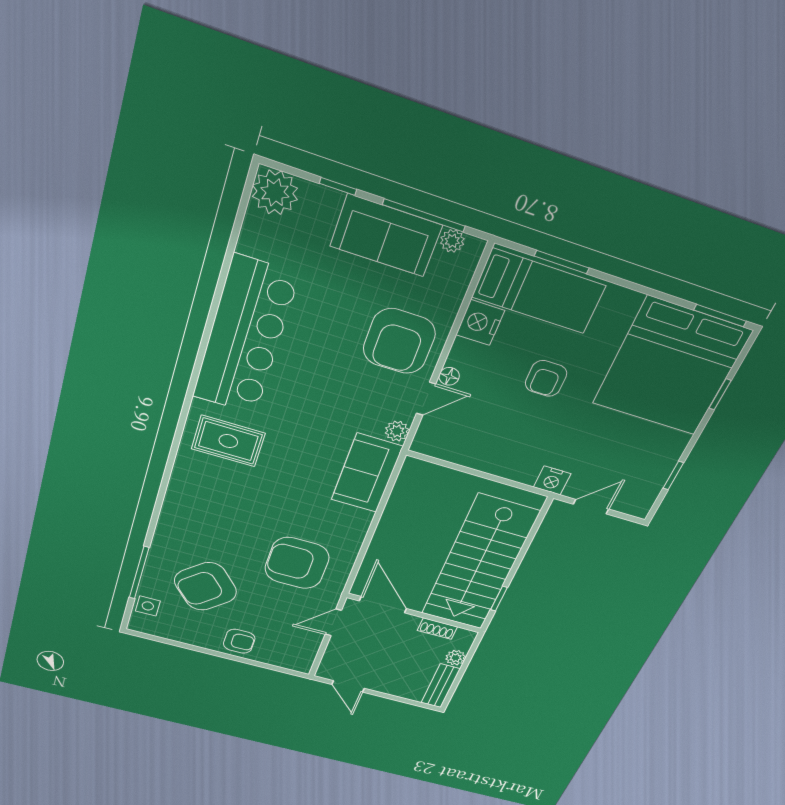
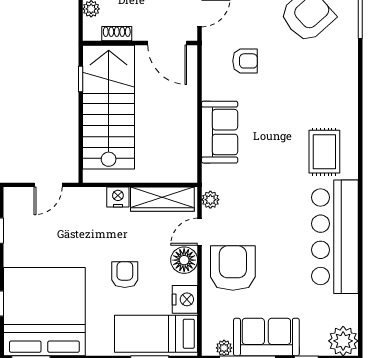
floor lamp: (449, 376) -> (184, 260), width x1.89, depth x1.89
rug: (228, 441) -> (324, 152), turned 90
wardrobe: (458, 450) -> (162, 199), added
sofa: (367, 473) -> (220, 132), moved
nightstand: (552, 480) -> (118, 197), moved
armchair: (297, 563) -> (245, 61), width x0.53, depth x0.53

